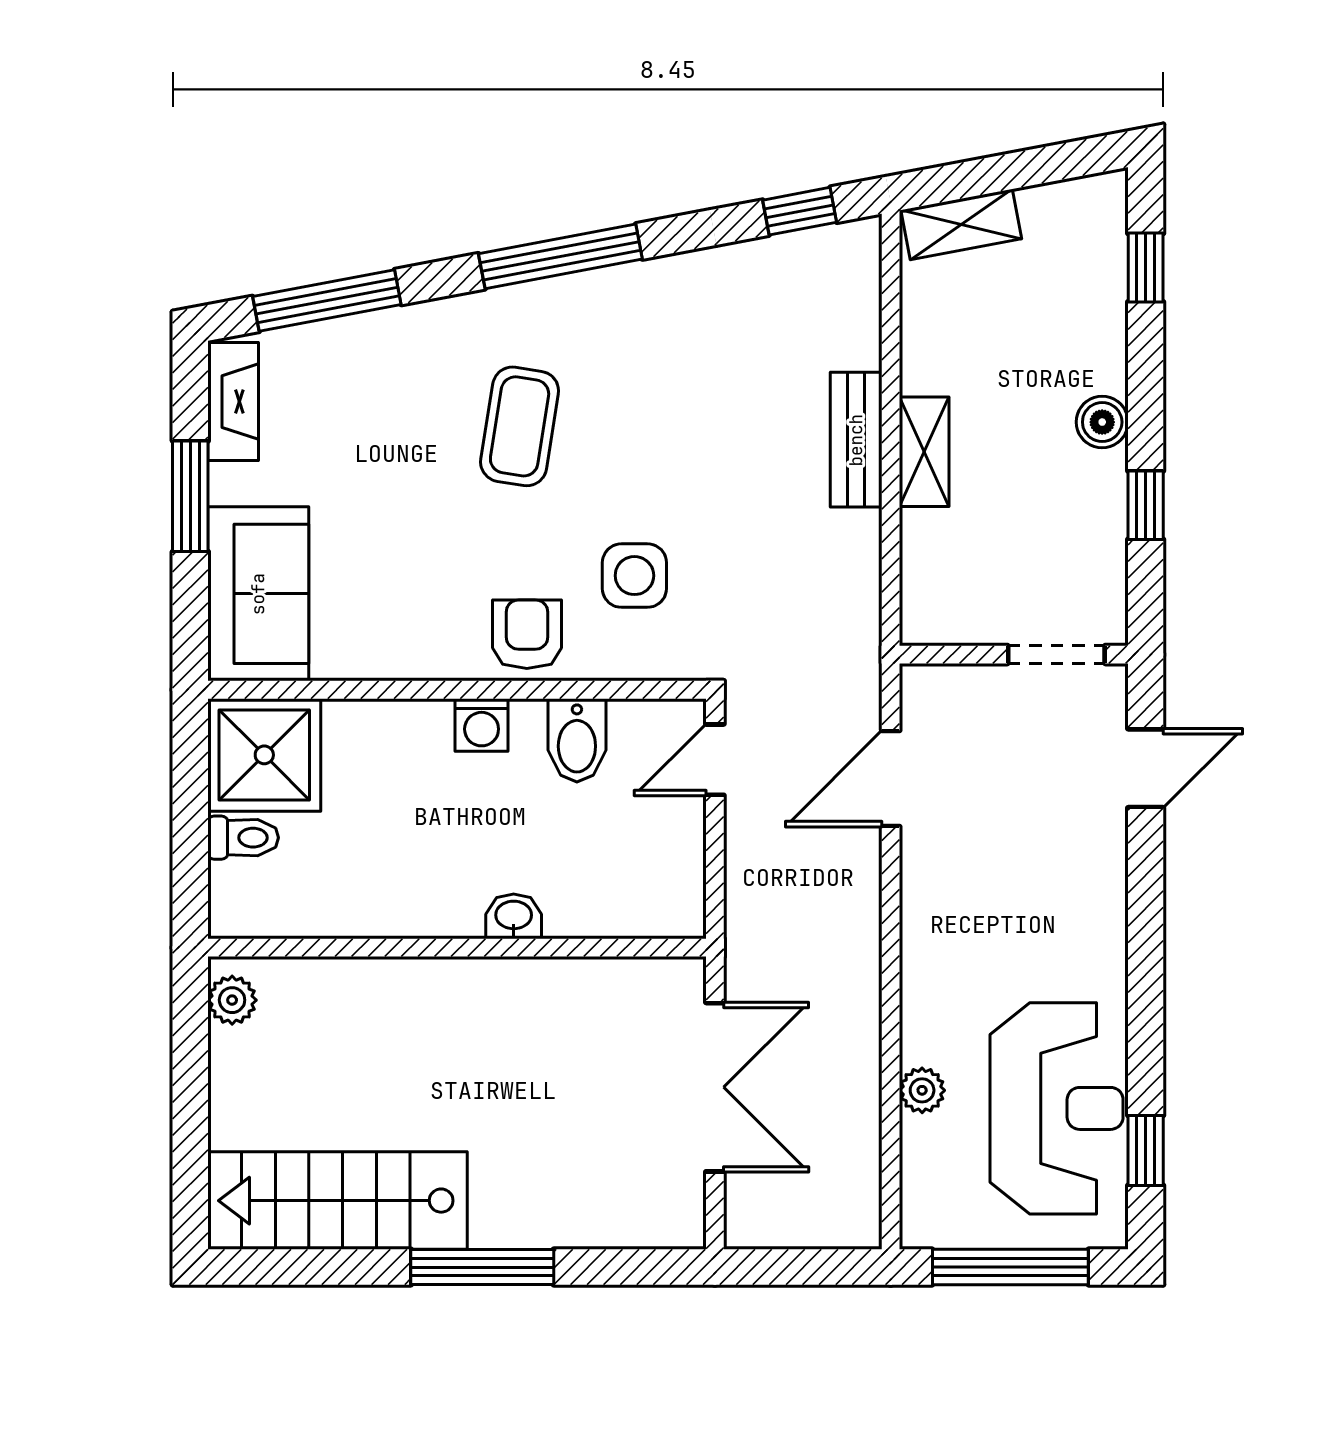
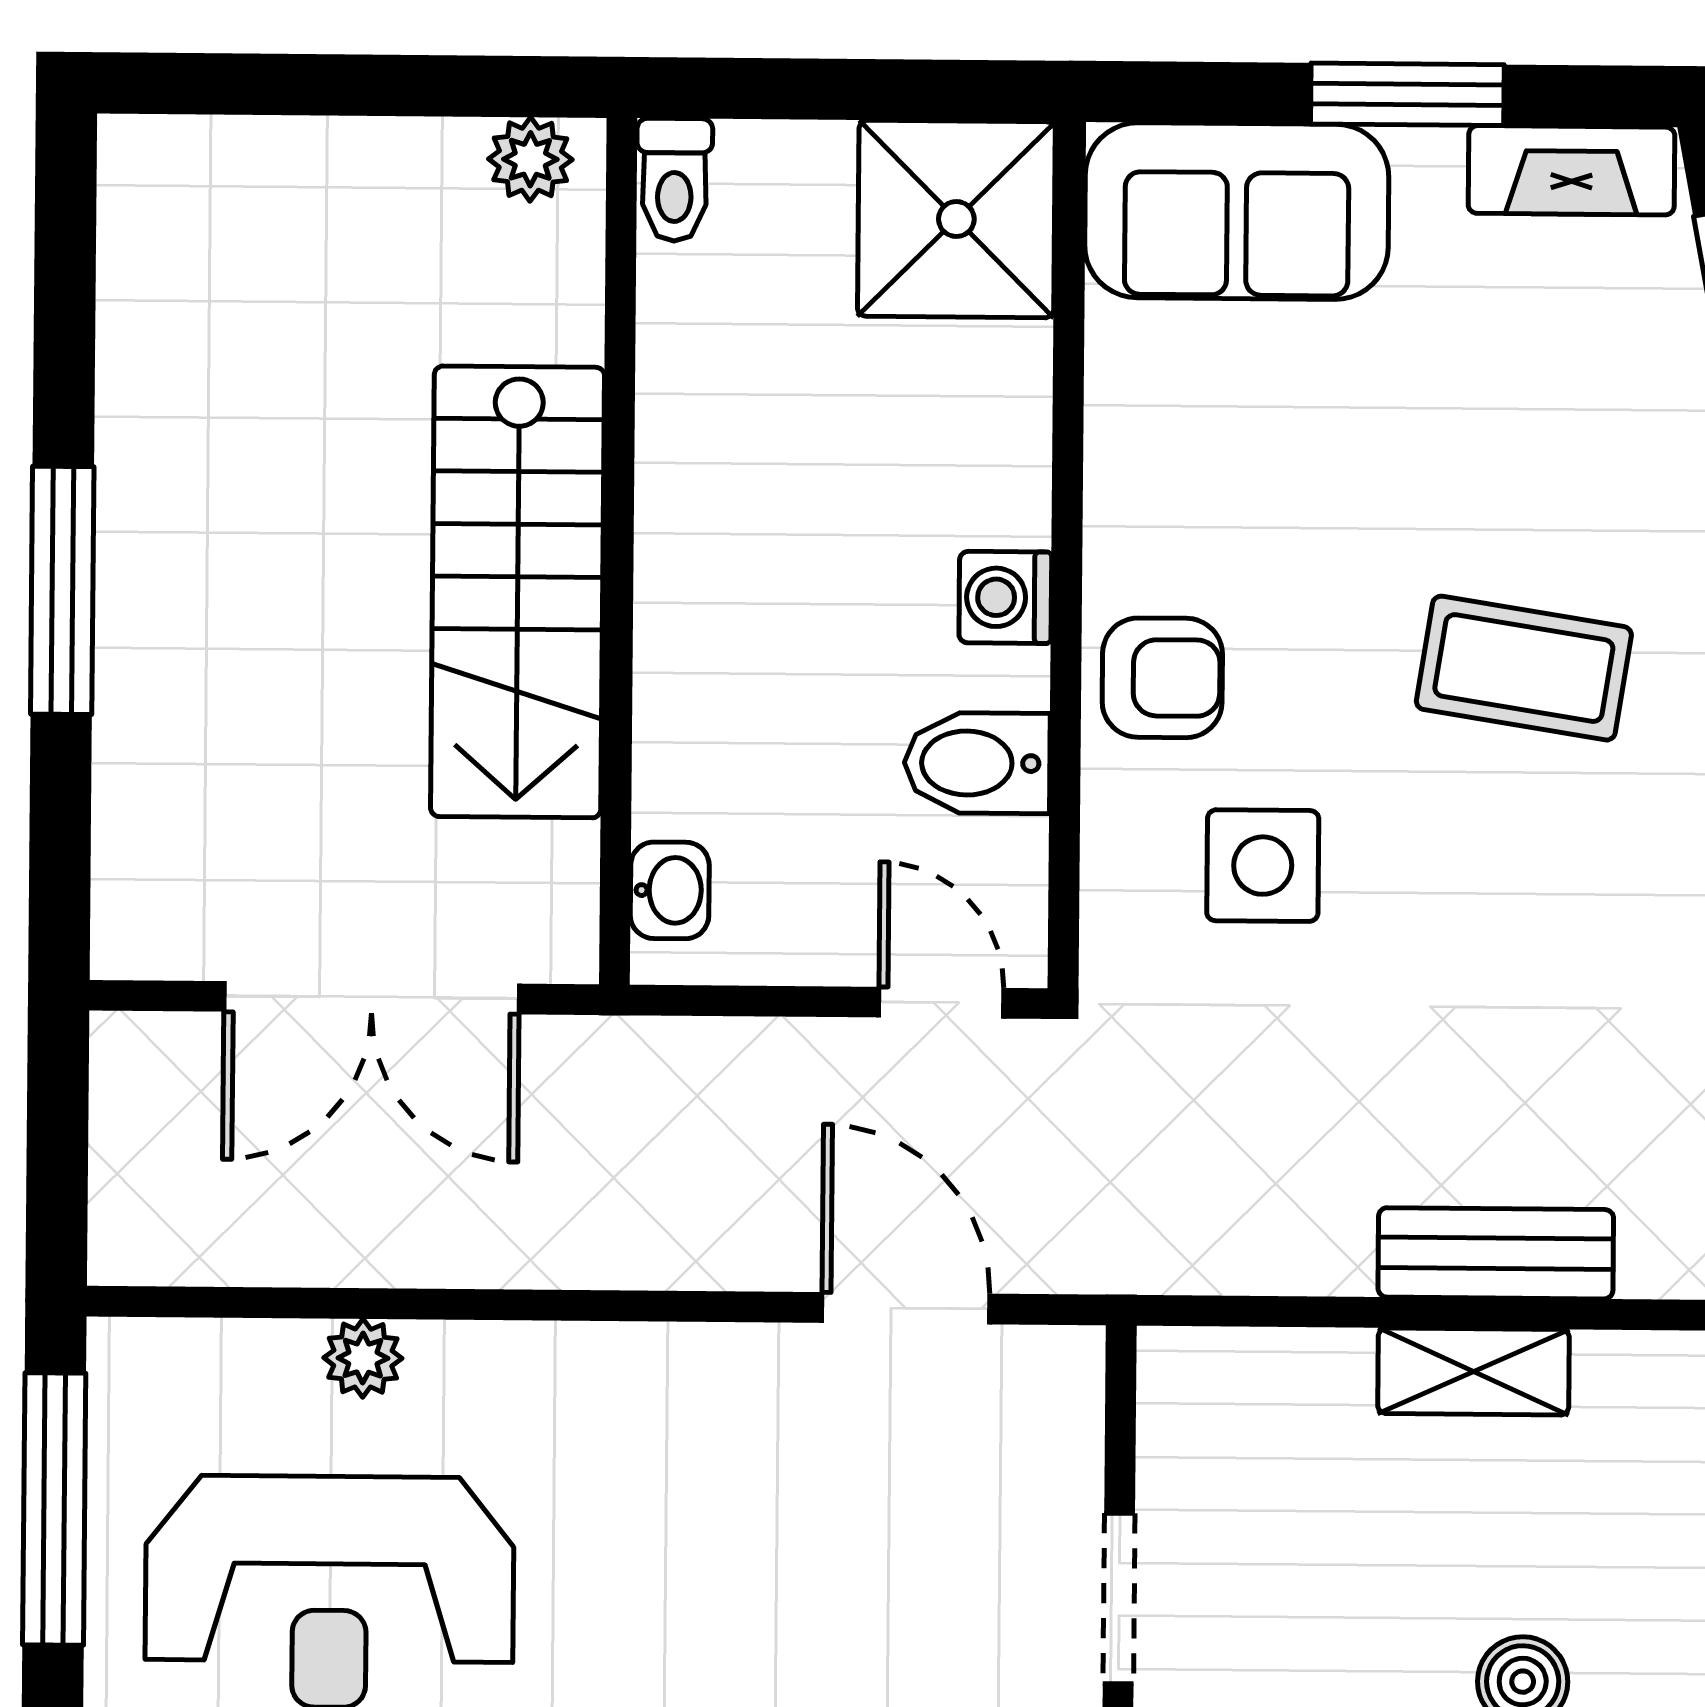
toilet: (243, 838) -> (674, 180), moved
washbasin: (514, 916) -> (670, 890), moved
stairs: (337, 1201) -> (518, 592), moved, turned 180

